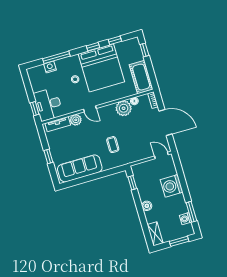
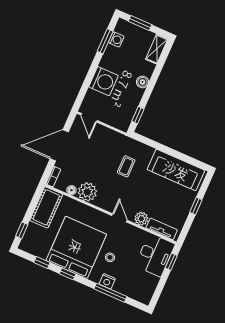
nightstand: (50, 67) -> (107, 281), moved
door: (166, 123) -> (59, 145), hinge flipped

